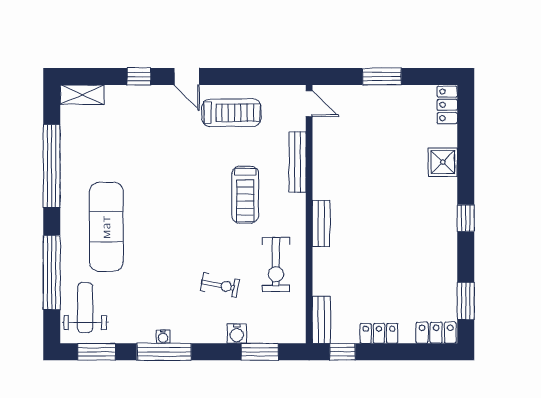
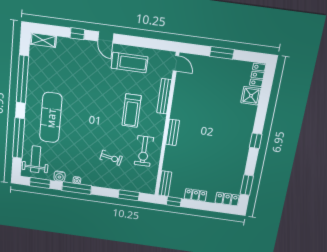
shower: (443, 162) -> (251, 96), moved
water cooler: (237, 334) -> (60, 176), moved

